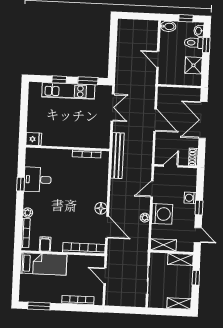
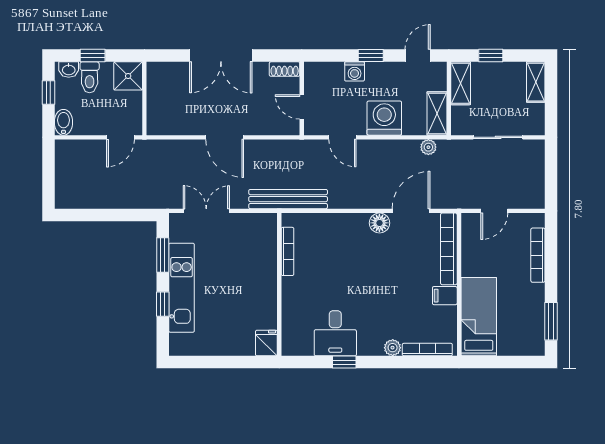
wall: (179, 86) -> (144, 98), moved
door: (155, 120) -> (225, 137), swing flipped
plant: (145, 218) -> (428, 147), moved
filing cabinet: (45, 244) -> (445, 296), moved

